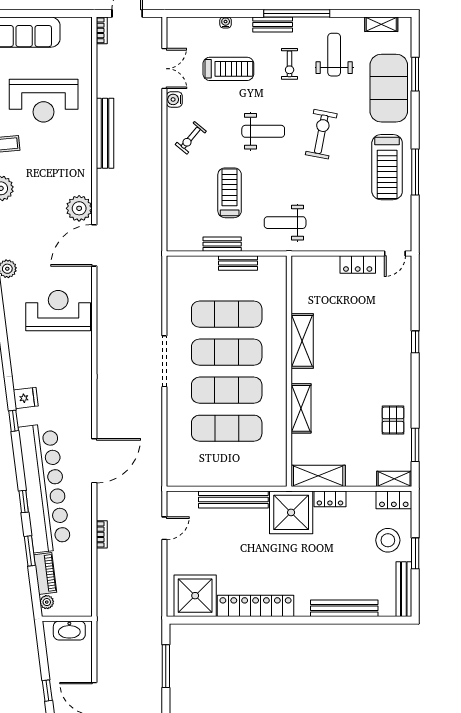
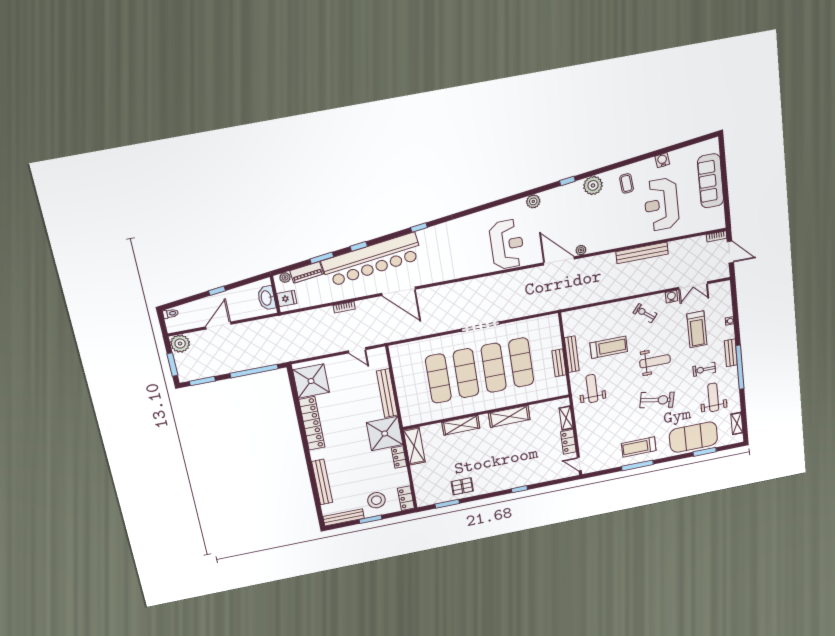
weight bench: (334, 55) -> (713, 397), turned -90
weight bench: (263, 131) -> (655, 361), turned -90
treadmill: (387, 167) -> (639, 447), width x0.73, depth x0.73
plant: (79, 208) -> (581, 250), width x0.53, depth x0.53
bench: (222, 244) -> (572, 354), width x1.36
fridge: (26, 398) -> (287, 299), moved, turned -83
shelving: (394, 479) -> (566, 418), moved
window: (166, 666) -> (254, 371), width x1.46

